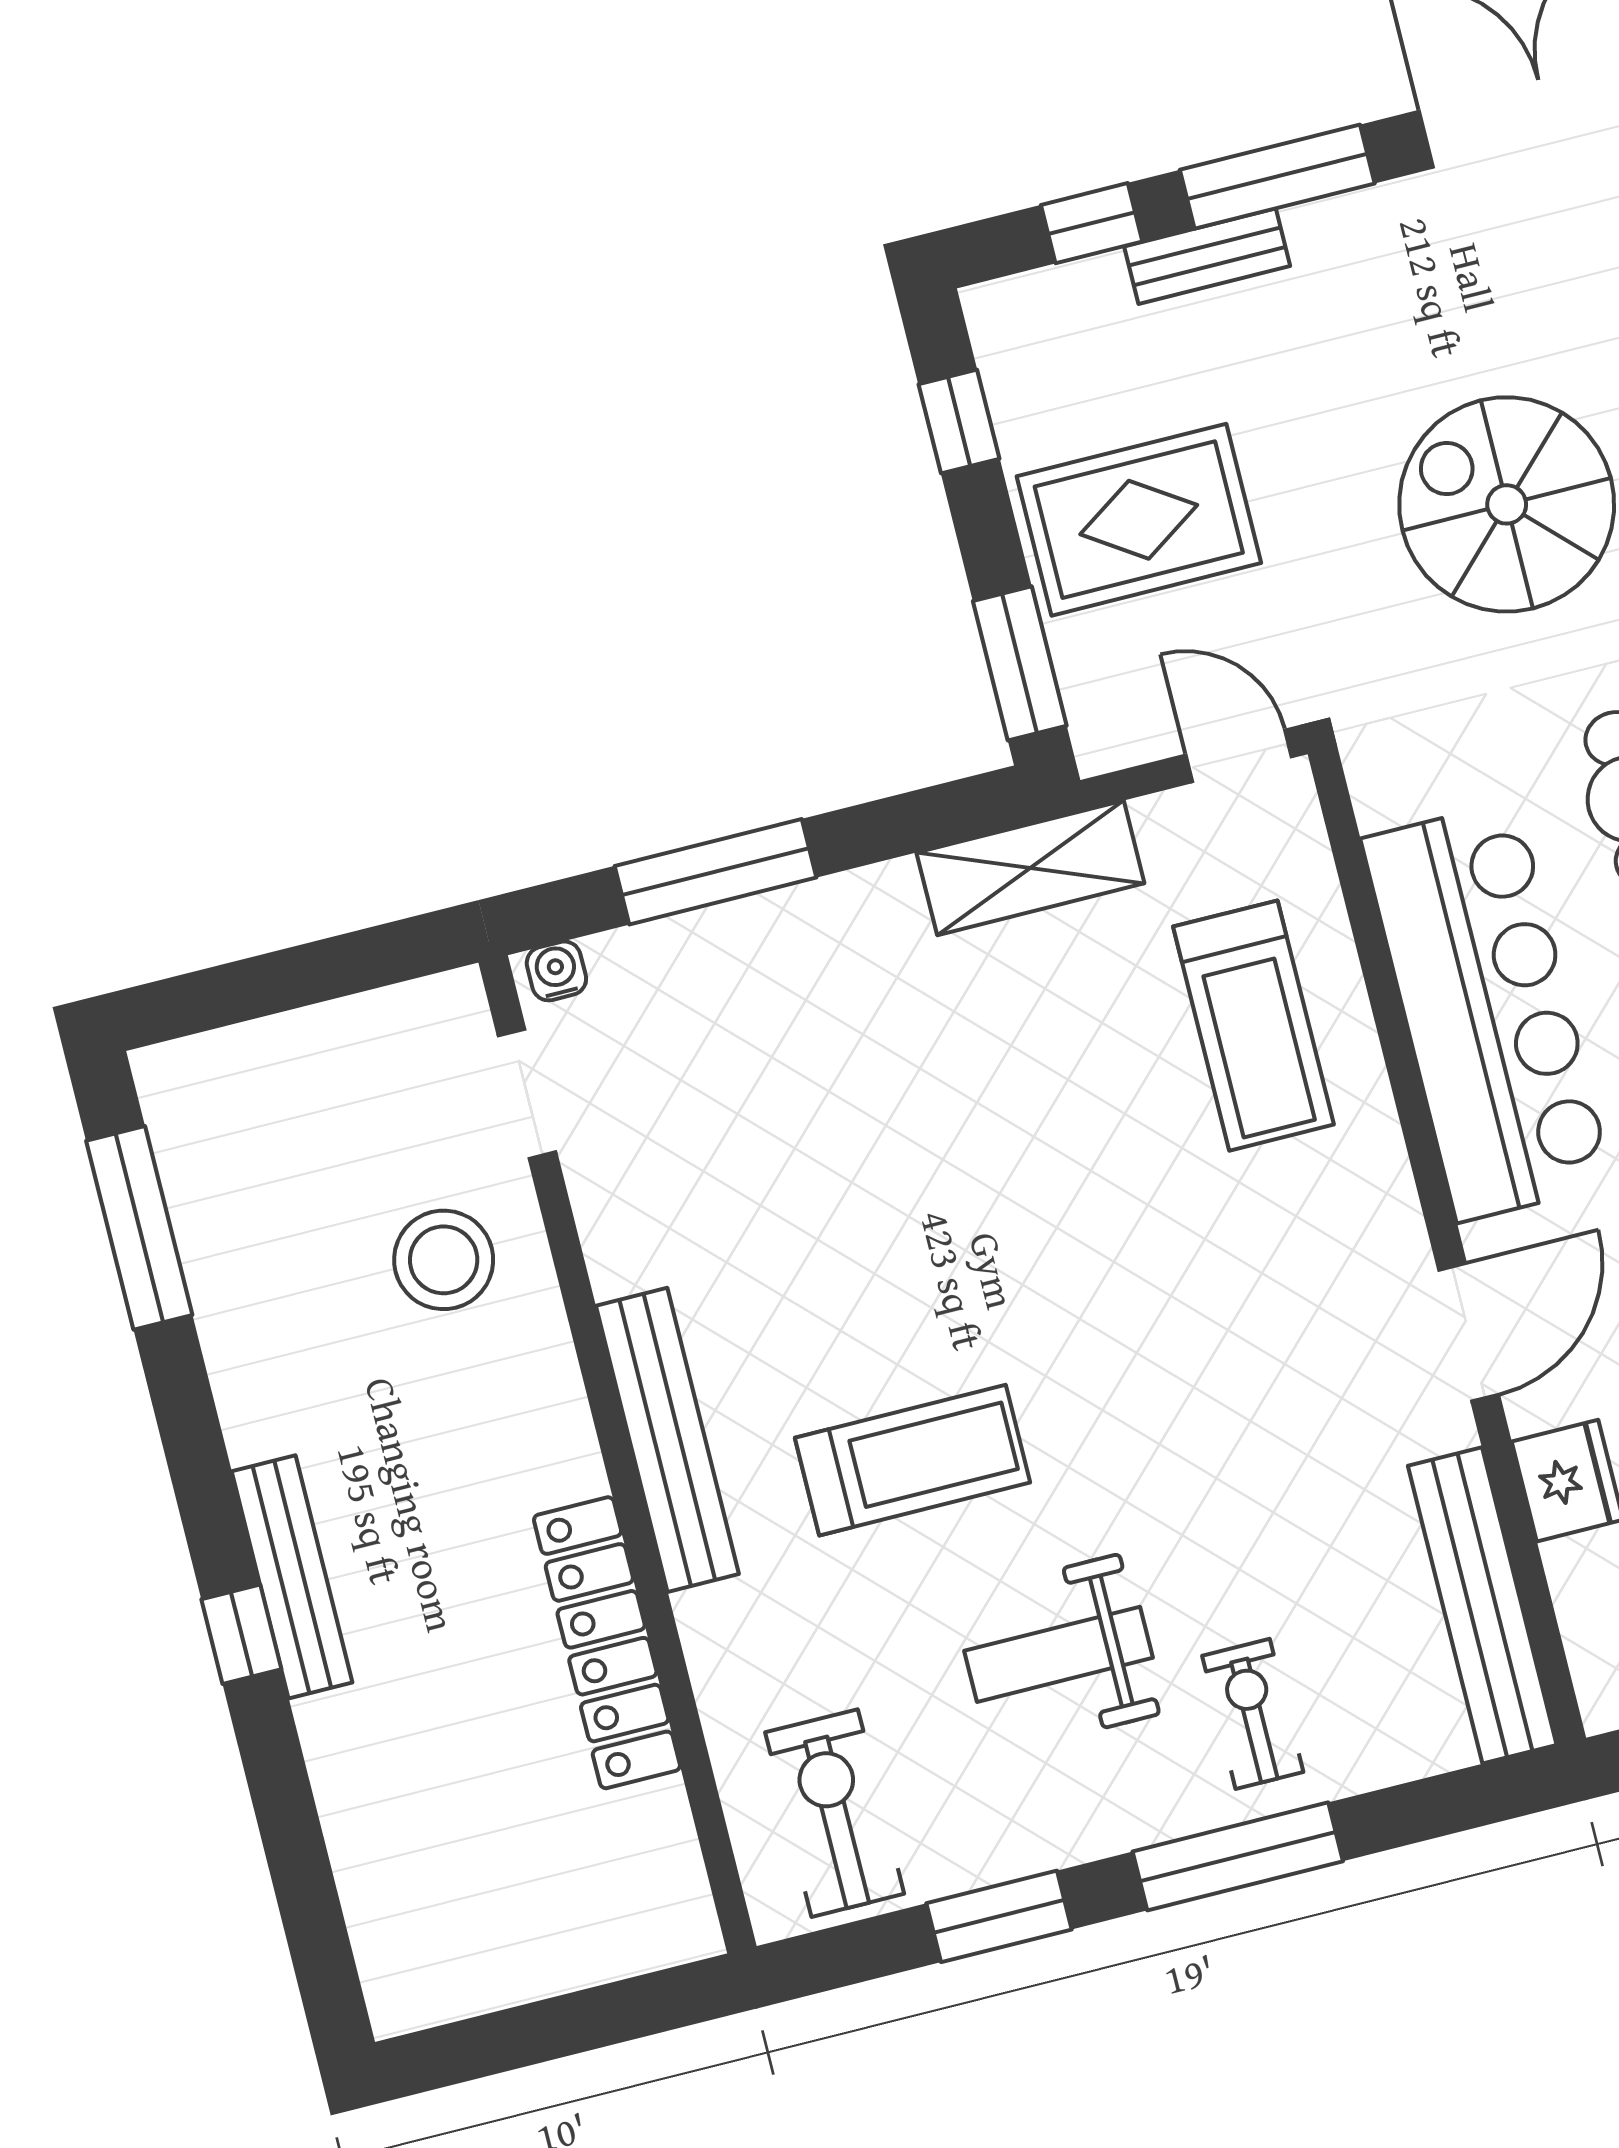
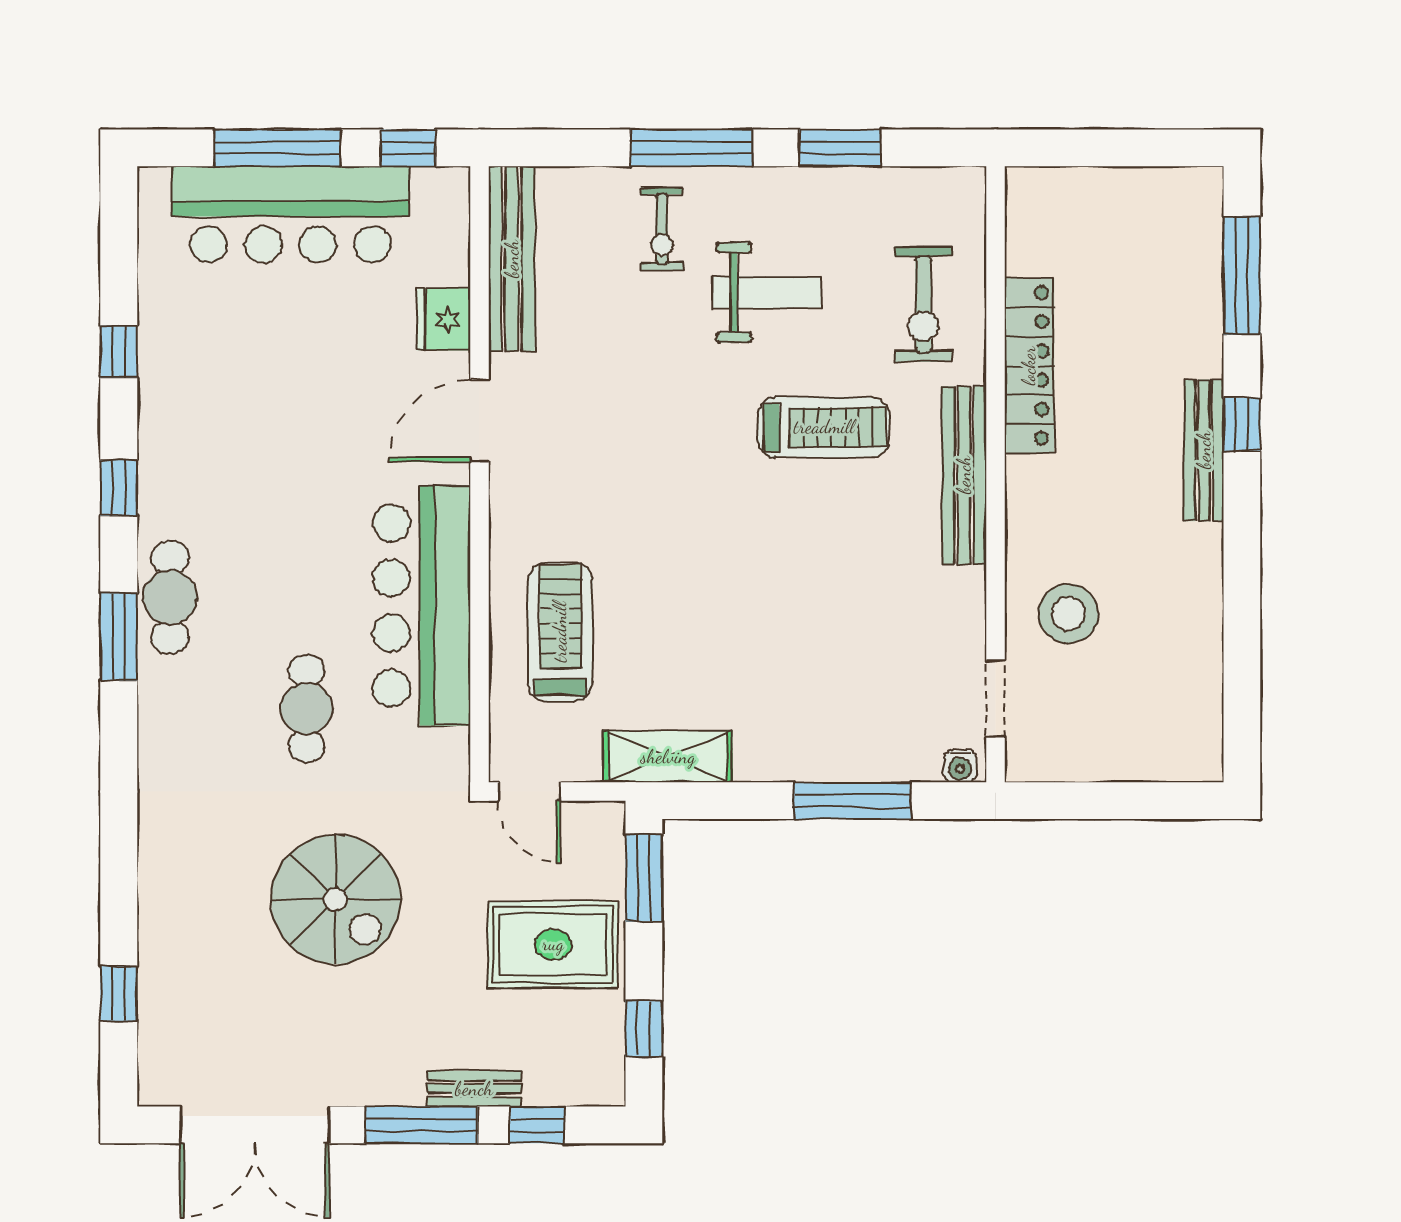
window: (139, 1228) -> (1242, 275), moved
treadmill: (913, 1460) -> (824, 427), turned 180
exercise bike: (835, 1813) -> (923, 304), moved

